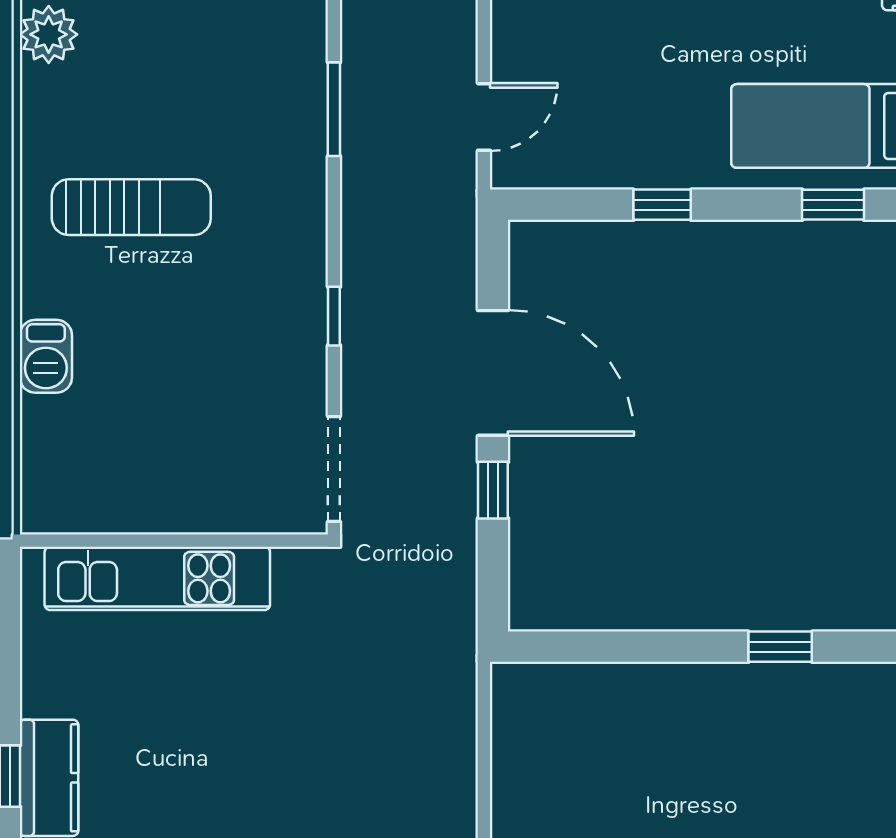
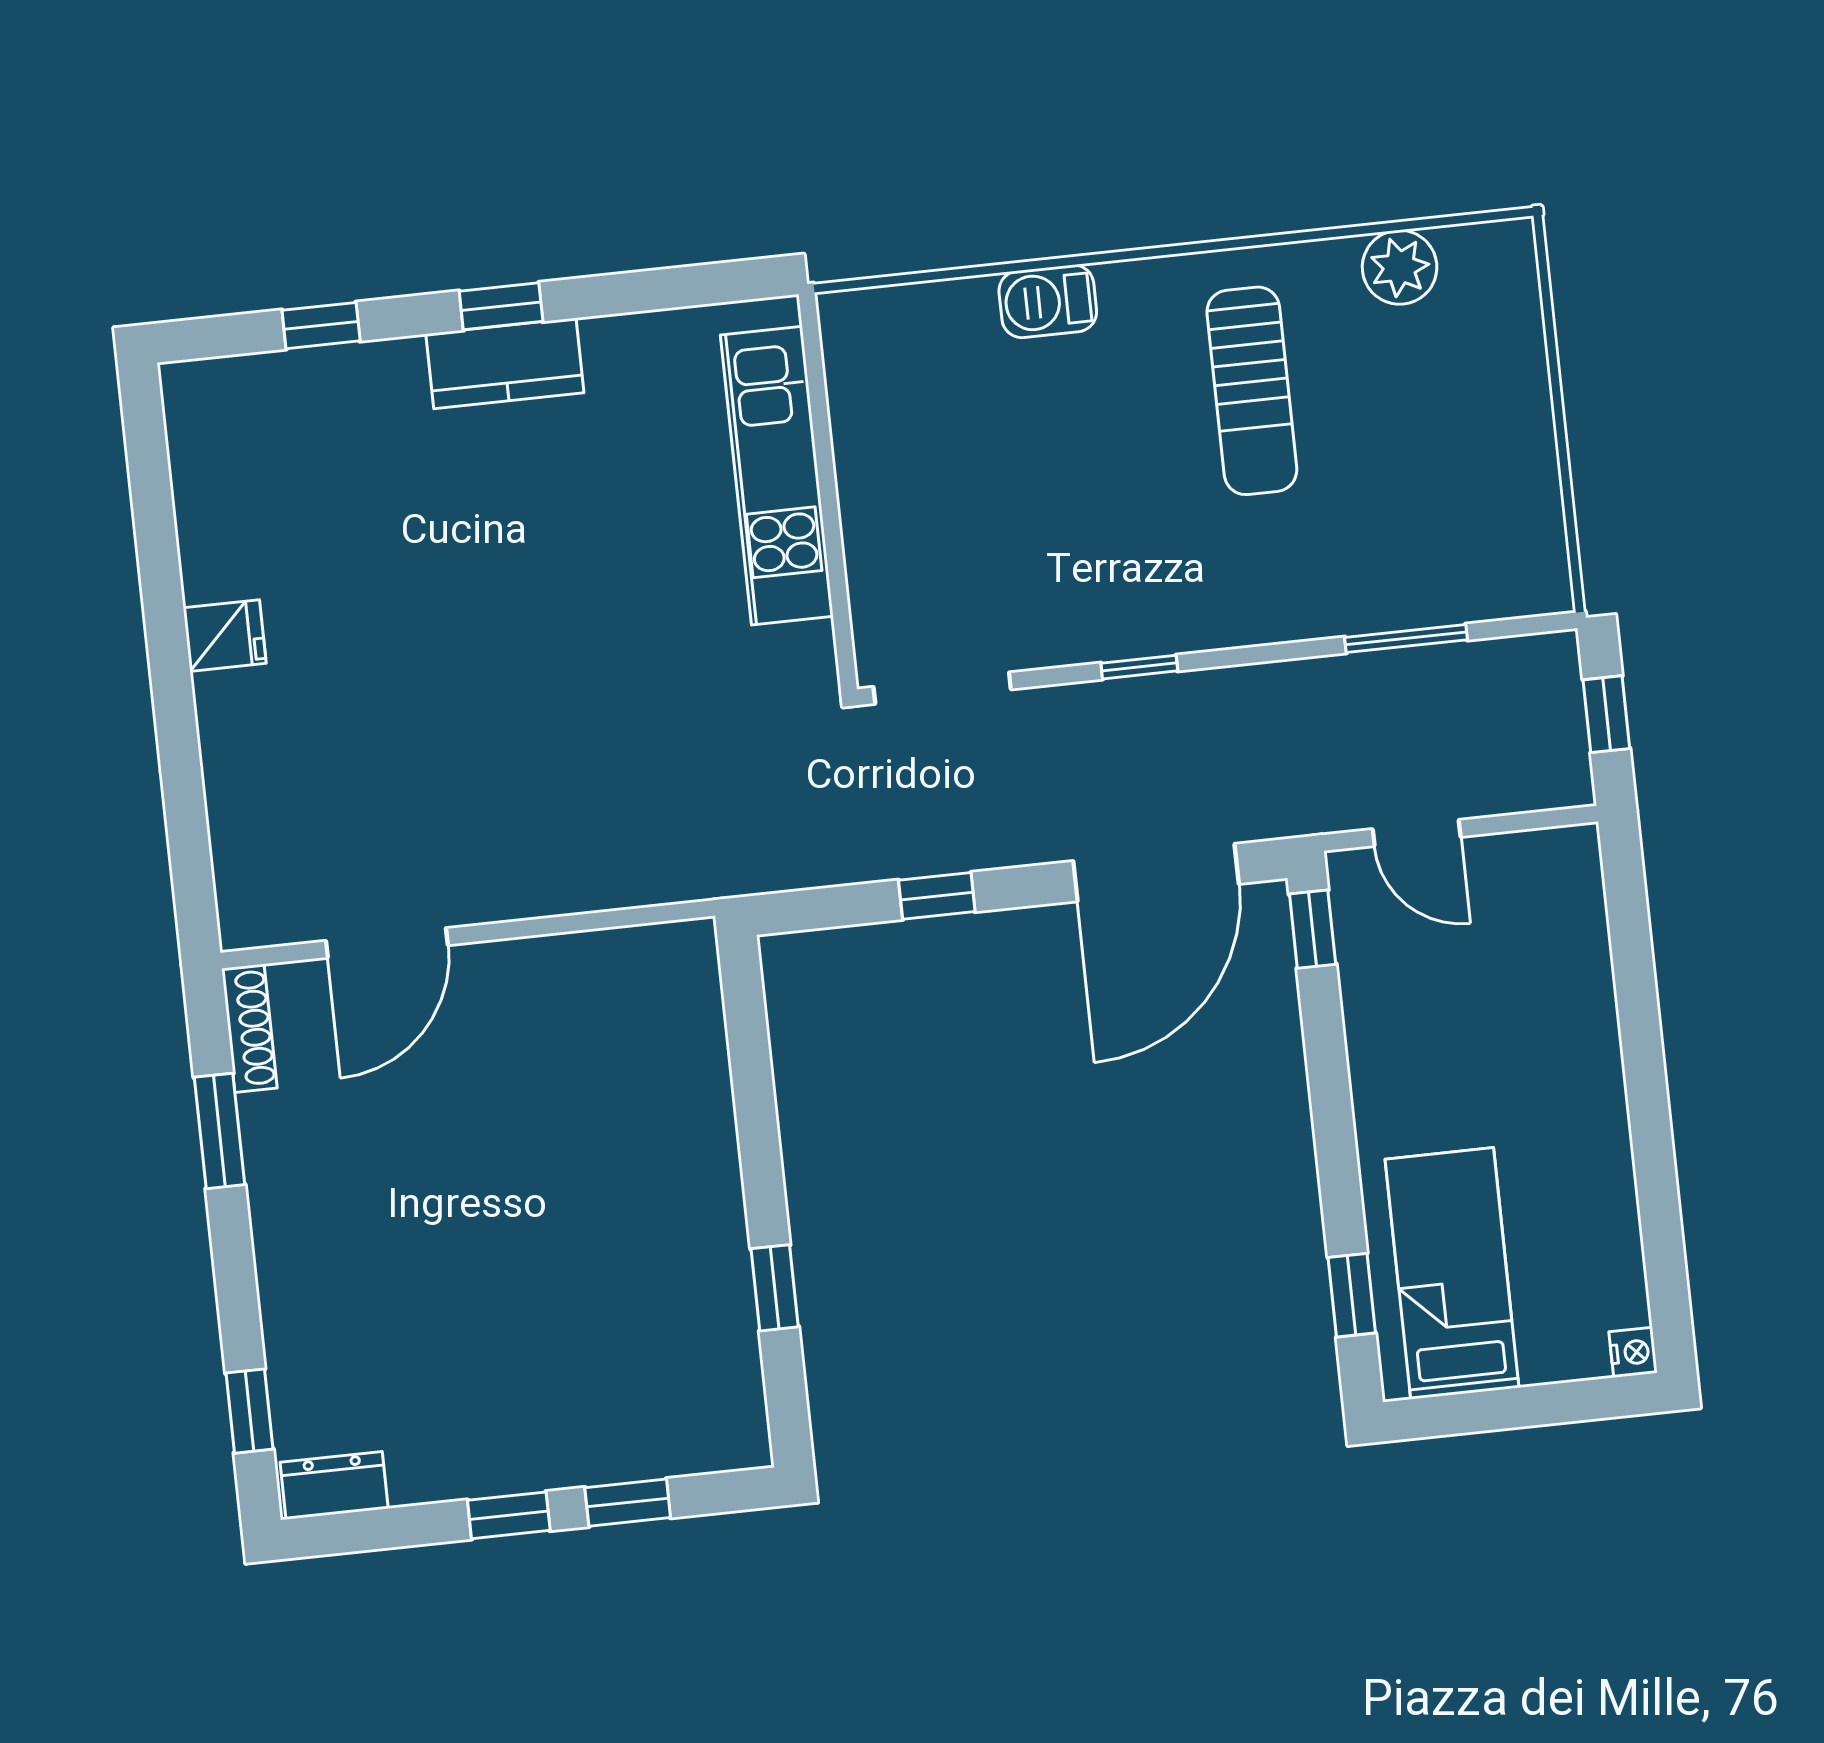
plant: (49, 34) -> (1400, 267), moved
window: (662, 205) -> (1313, 929), moved
door: (493, 373) -> (1156, 873), moved

